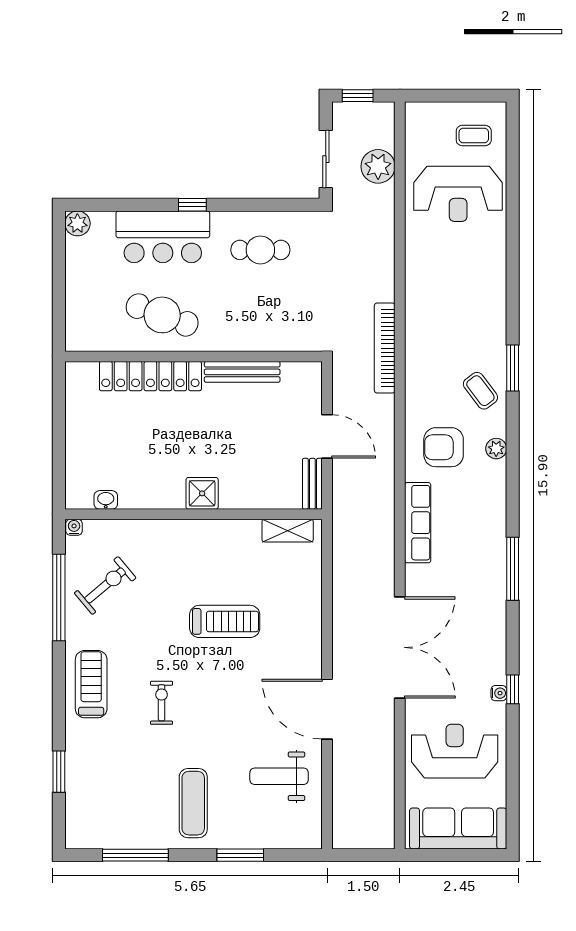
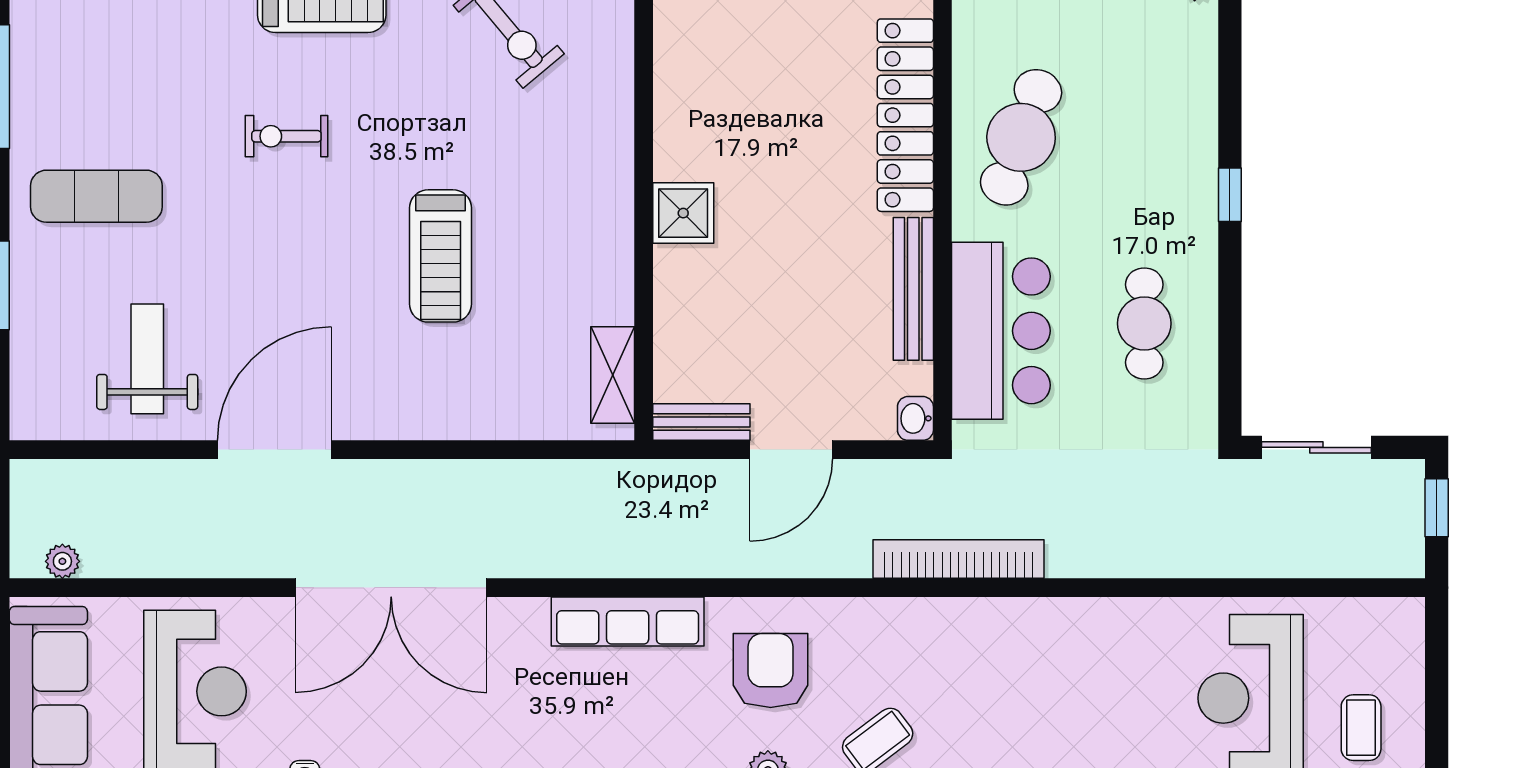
plant: (378, 166) -> (62, 561), moved, width x0.53, depth x0.53
bar counter: (163, 237) -> (1001, 331), moved, turned 180
washbasin: (106, 500) -> (915, 418), moved, turned 180
exercise bike: (162, 703) -> (286, 136), turned 180

